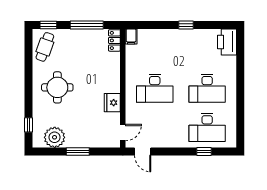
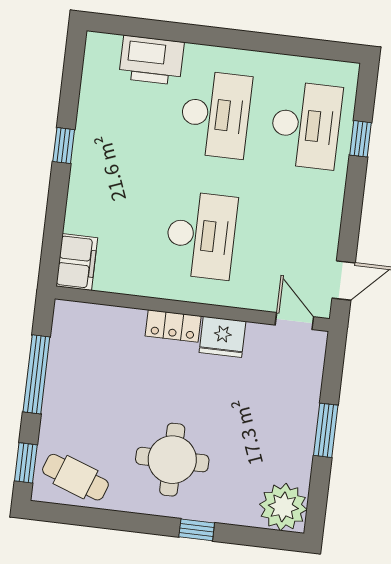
filing cabinet: (131, 37) -> (77, 262), width x2.00
locker: (114, 40) -> (173, 326), moved
printer: (227, 42) -> (152, 60), moved
window: (29, 125) -> (197, 530), moved
plant: (55, 137) -> (283, 507), moved

